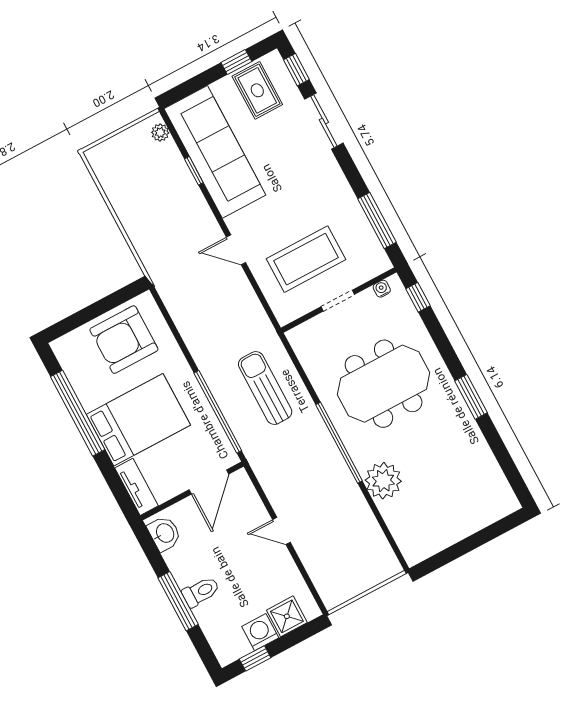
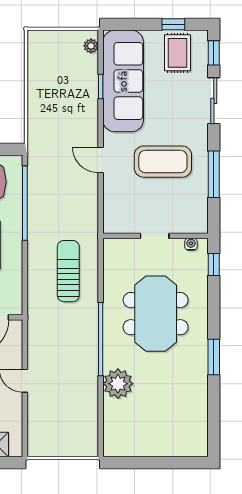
window: (377, 221) -> (214, 174), moved
coffee table: (306, 259) -> (163, 162), moved
meeting table: (384, 384) -> (156, 314), turned 90
window: (218, 412) -> (25, 203), moved

